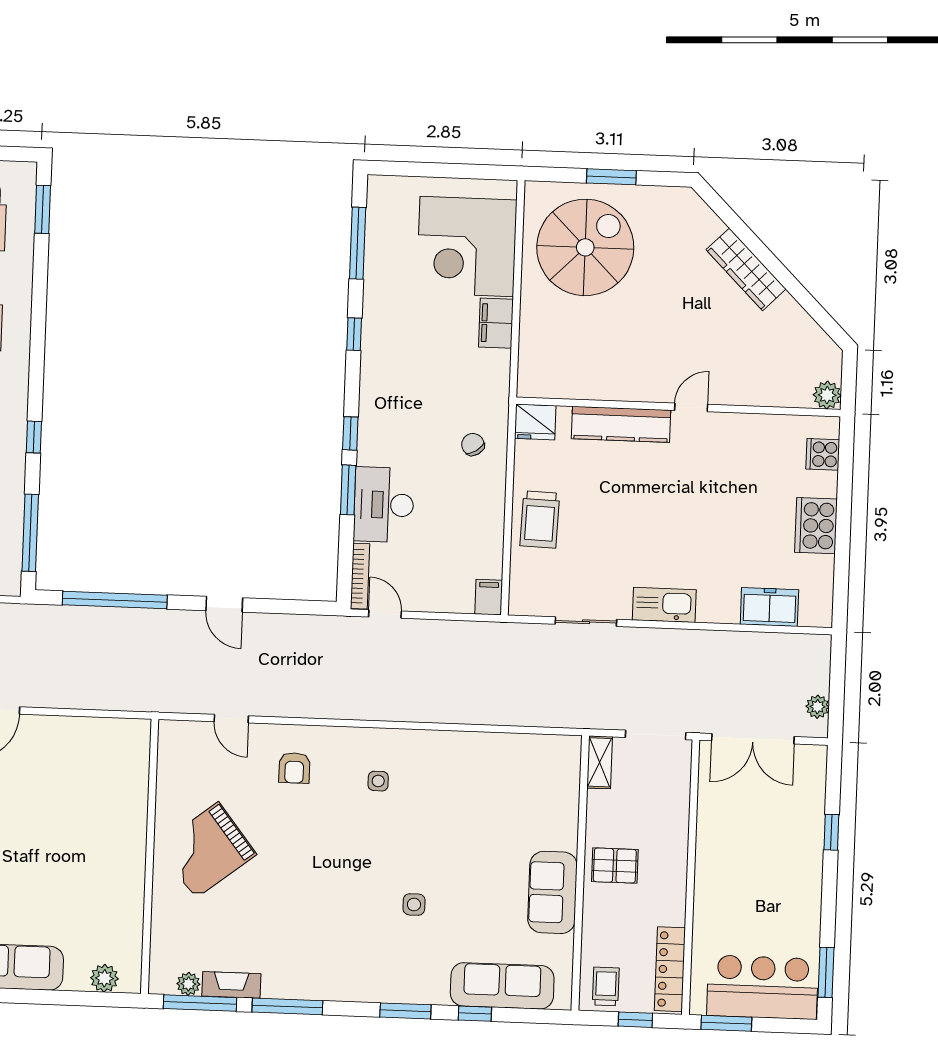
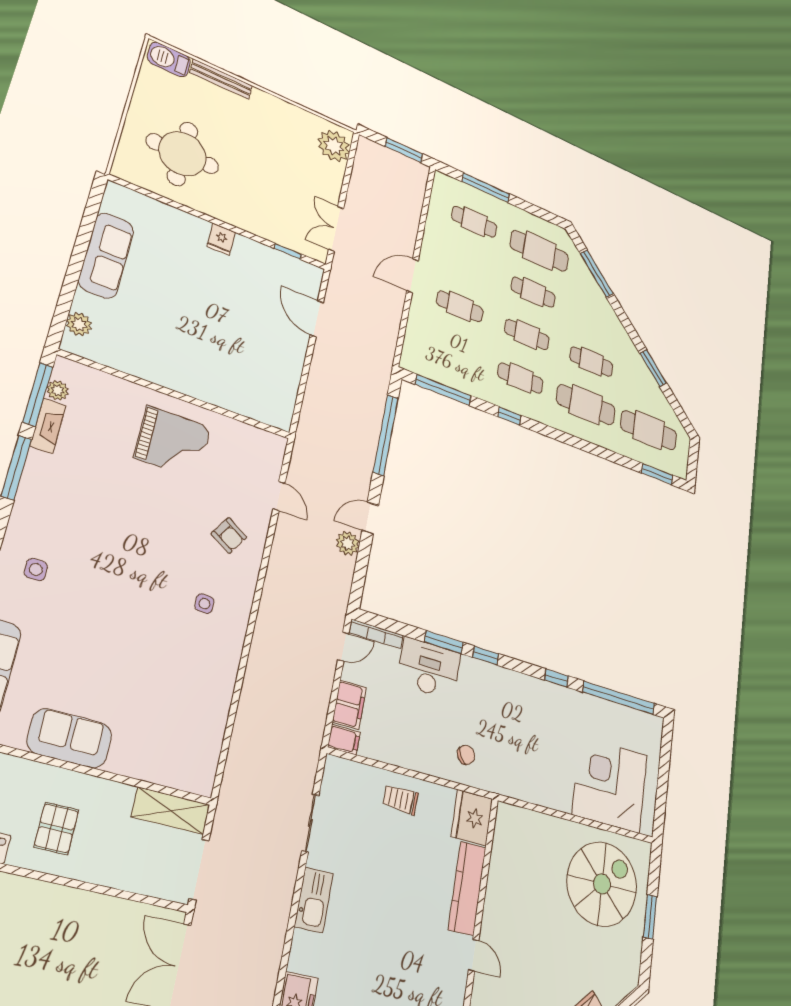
window: (358, 243) -> (619, 698), width x1.46
spiral stairs: (585, 247) -> (602, 884), turned -90
filing cabinet: (496, 323) -> (349, 705), moved, turned 90
fridge: (535, 422) -> (472, 818), width x1.36, depth x1.34
trolley: (540, 520) -> (401, 799), width x0.73, depth x0.72
plant: (263, 627) -> (348, 543), added
door: (231, 719) -> (279, 496), swing flipped
shelving: (600, 762) -> (171, 811), width x1.50, depth x1.33
armchair: (294, 768) -> (229, 535), turned -148
grand piano: (207, 850) -> (173, 443), turned 128
pallet: (615, 866) -> (56, 828), moved
side table: (414, 904) -> (36, 569), moved

